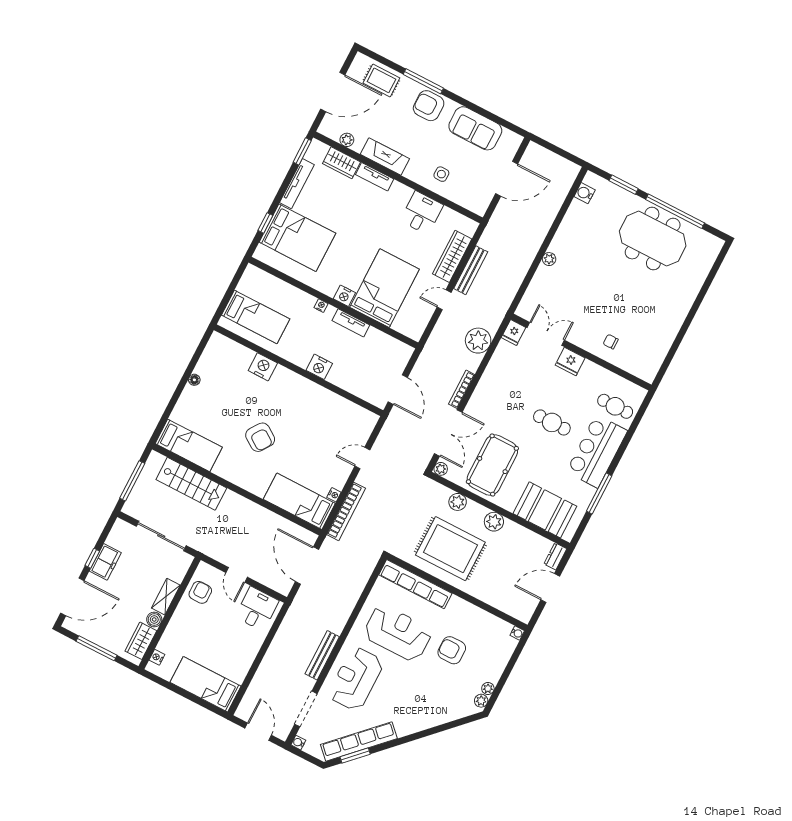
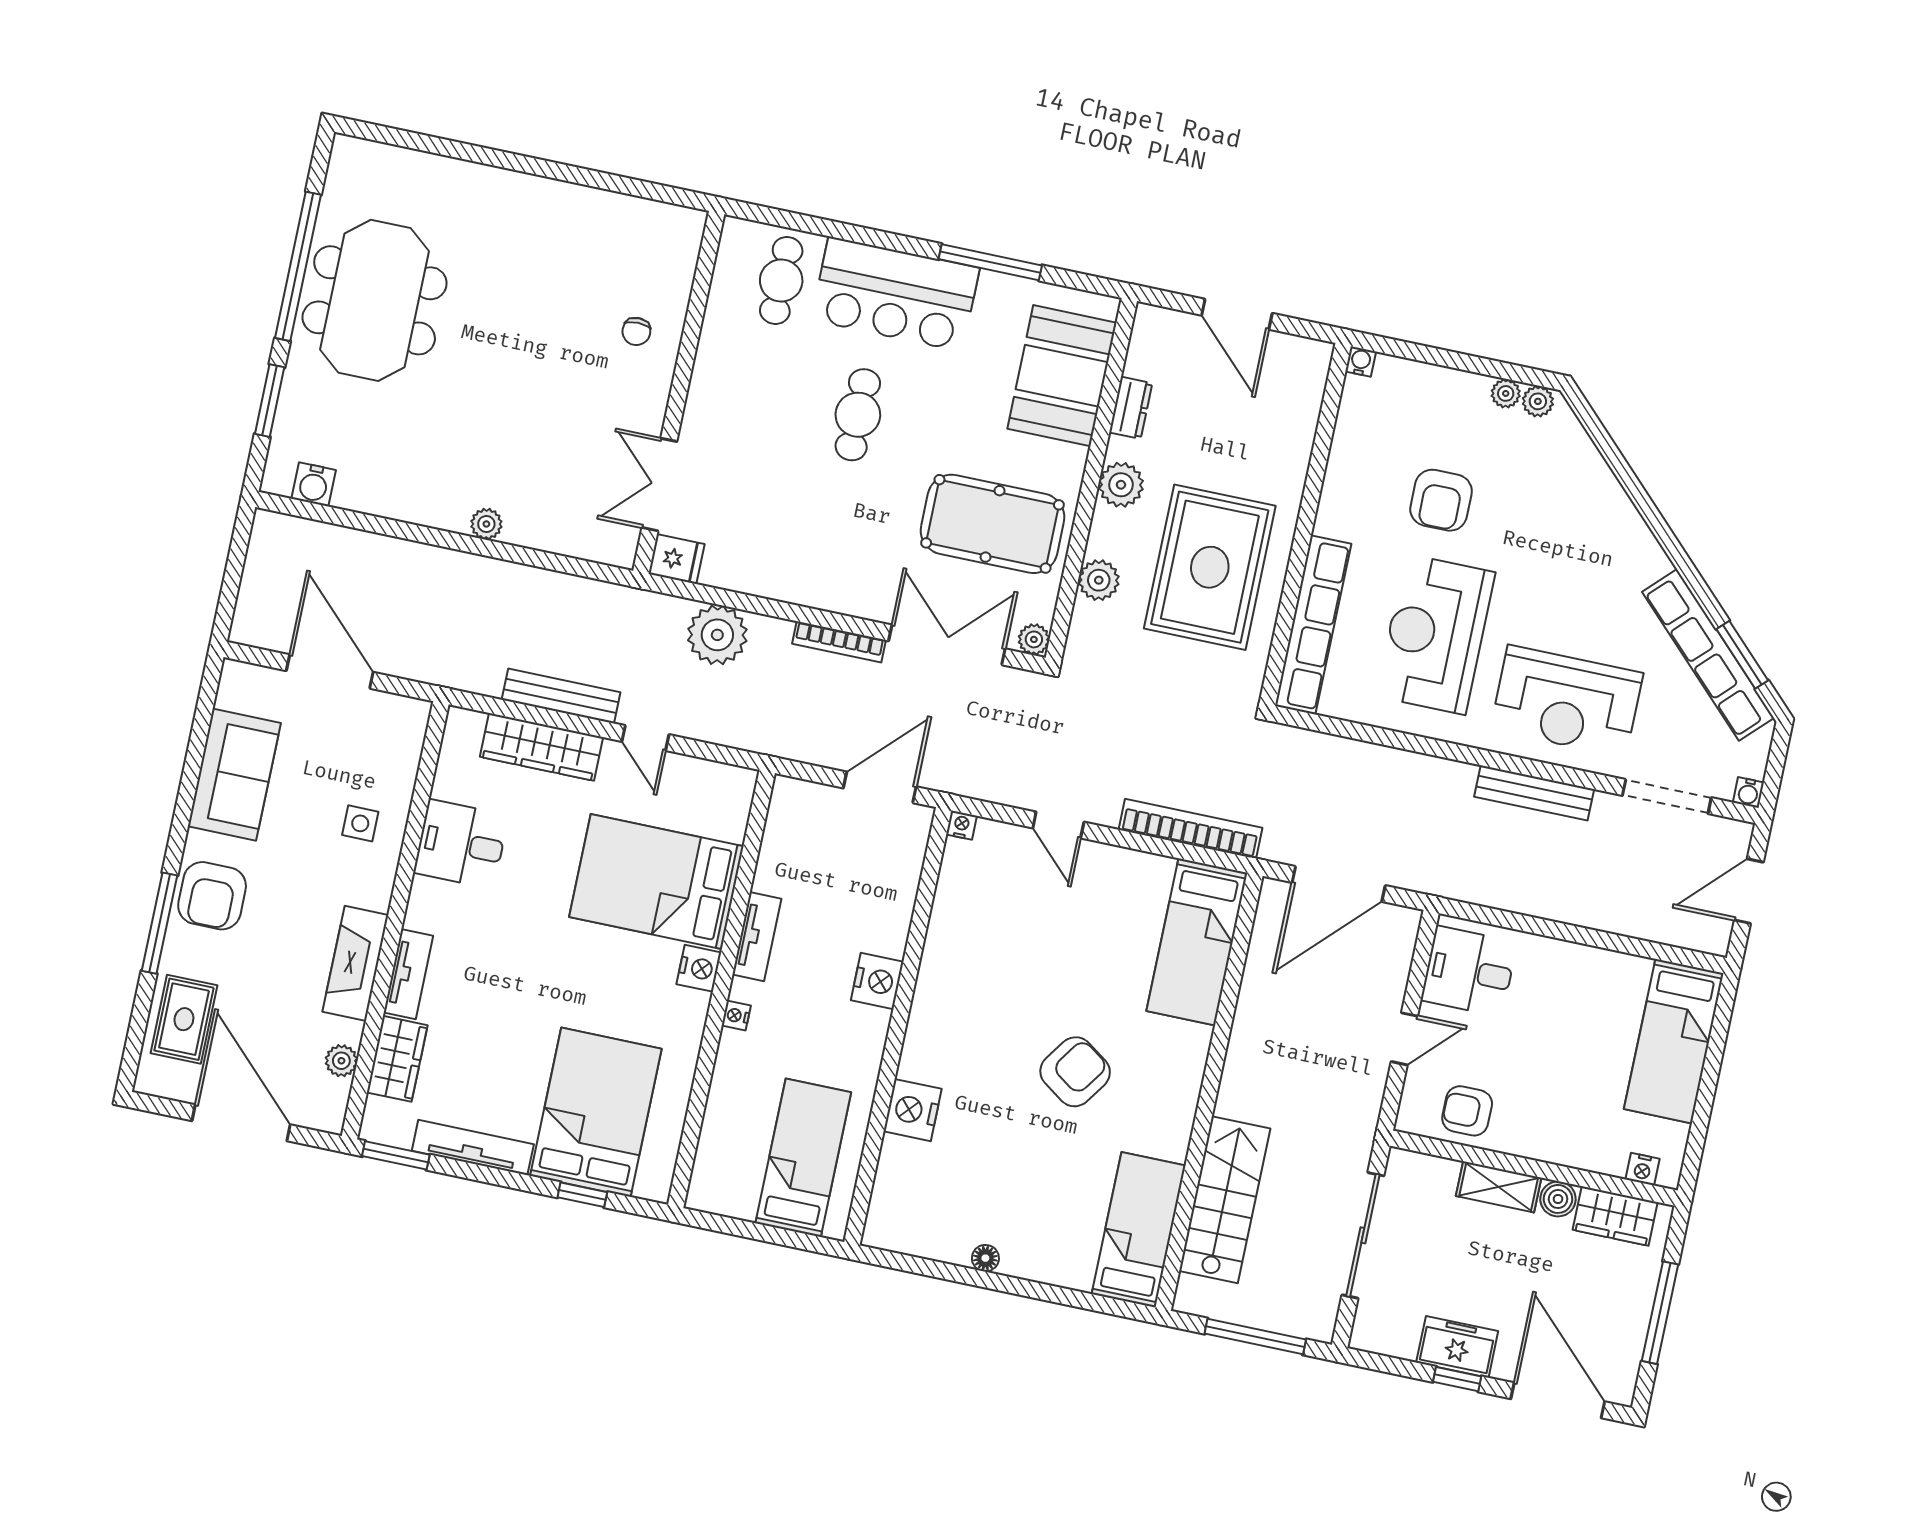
fridge: (570, 361) -> (707, 411), removed
nightstand: (334, 495) -> (961, 825), moved
dresser: (555, 556) -> (1131, 408), moved, turned -90

